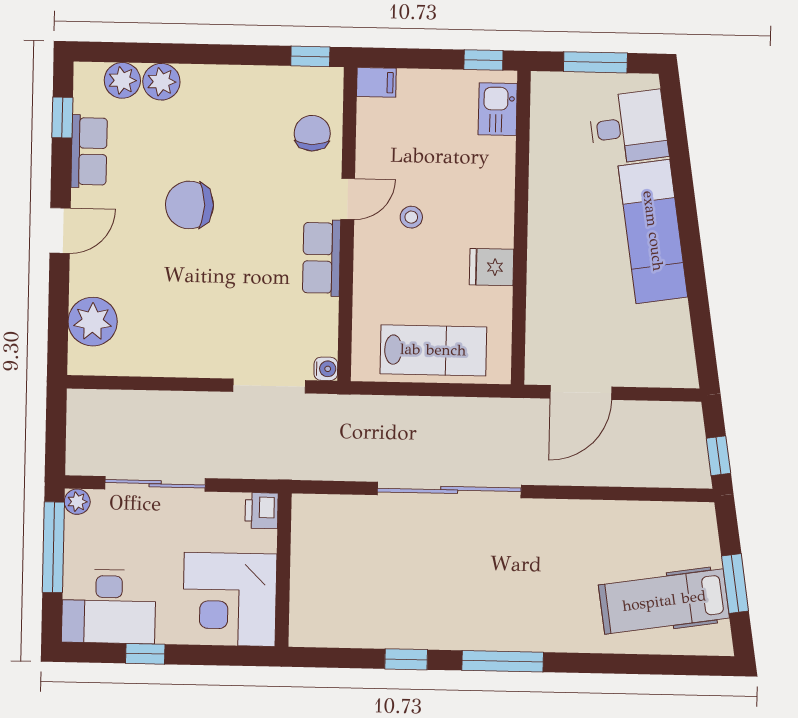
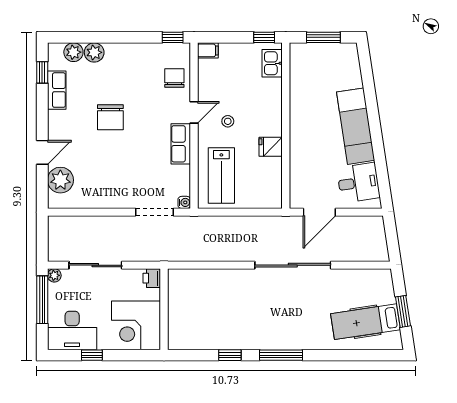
desk: (628, 127) -> (358, 183), moved
chair: (189, 205) -> (110, 117), turned -90
door: (60, 230) -> (42, 152), moved
lab bench: (433, 350) -> (221, 176), moved, turned 90
window: (718, 456) -> (393, 244), removed
sliding door: (449, 490) -> (293, 265), moved

